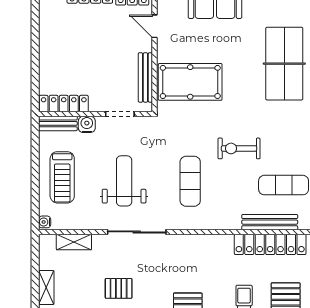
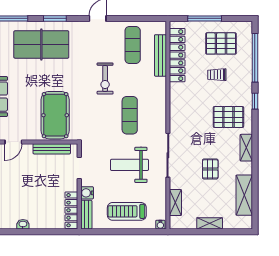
washbasin: (45, 39) -> (23, 224), added
treadmill: (62, 177) -> (127, 211), turned 180
exercise mat: (190, 181) -> (130, 115), turned 90

